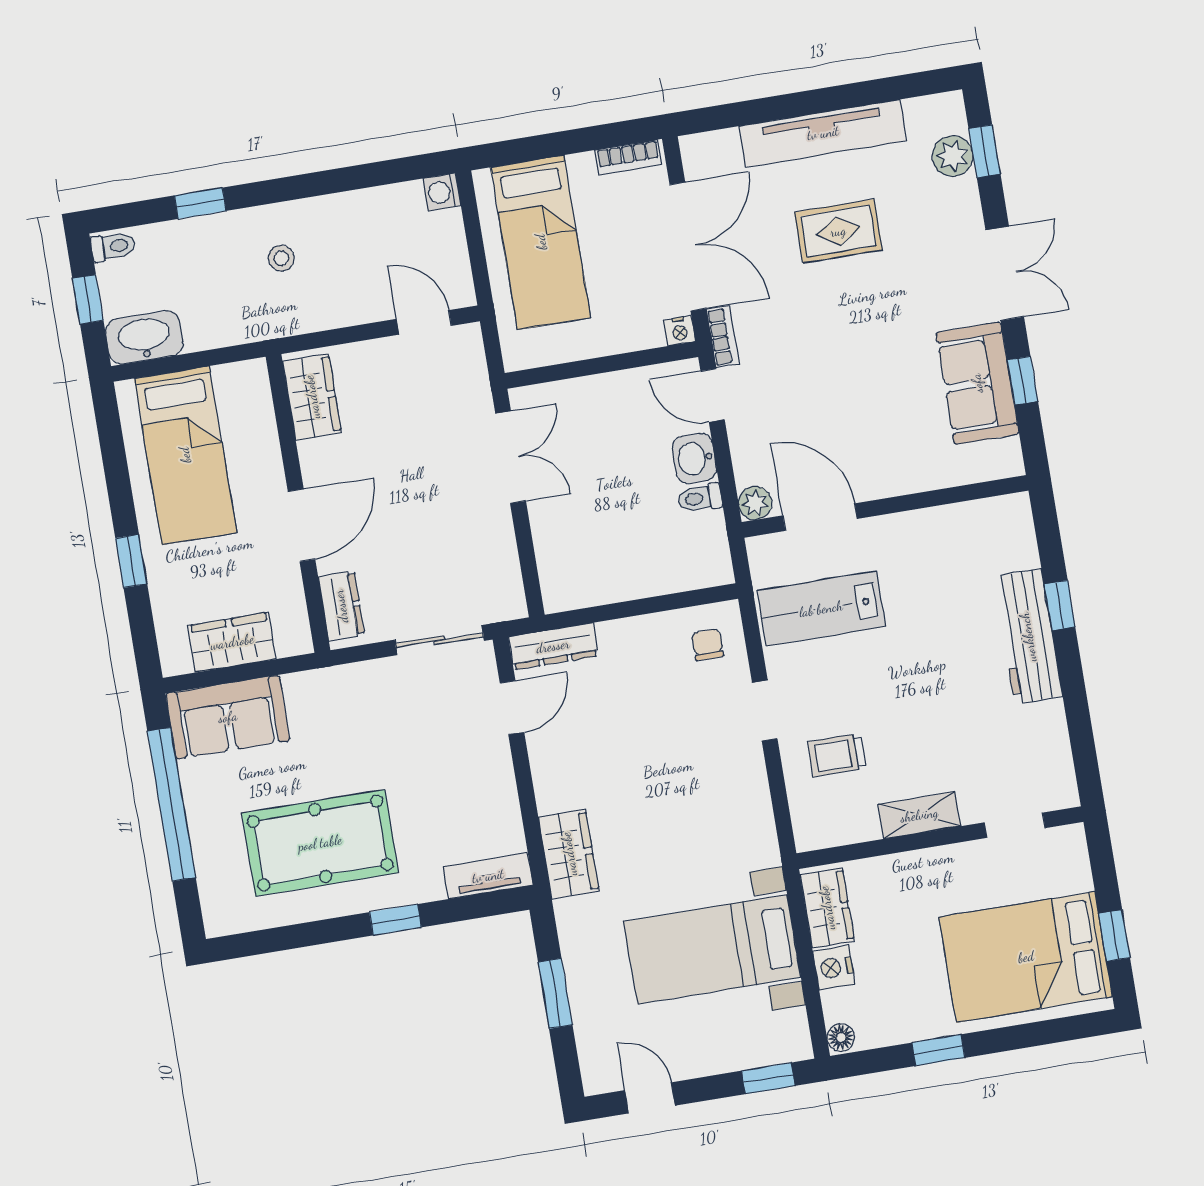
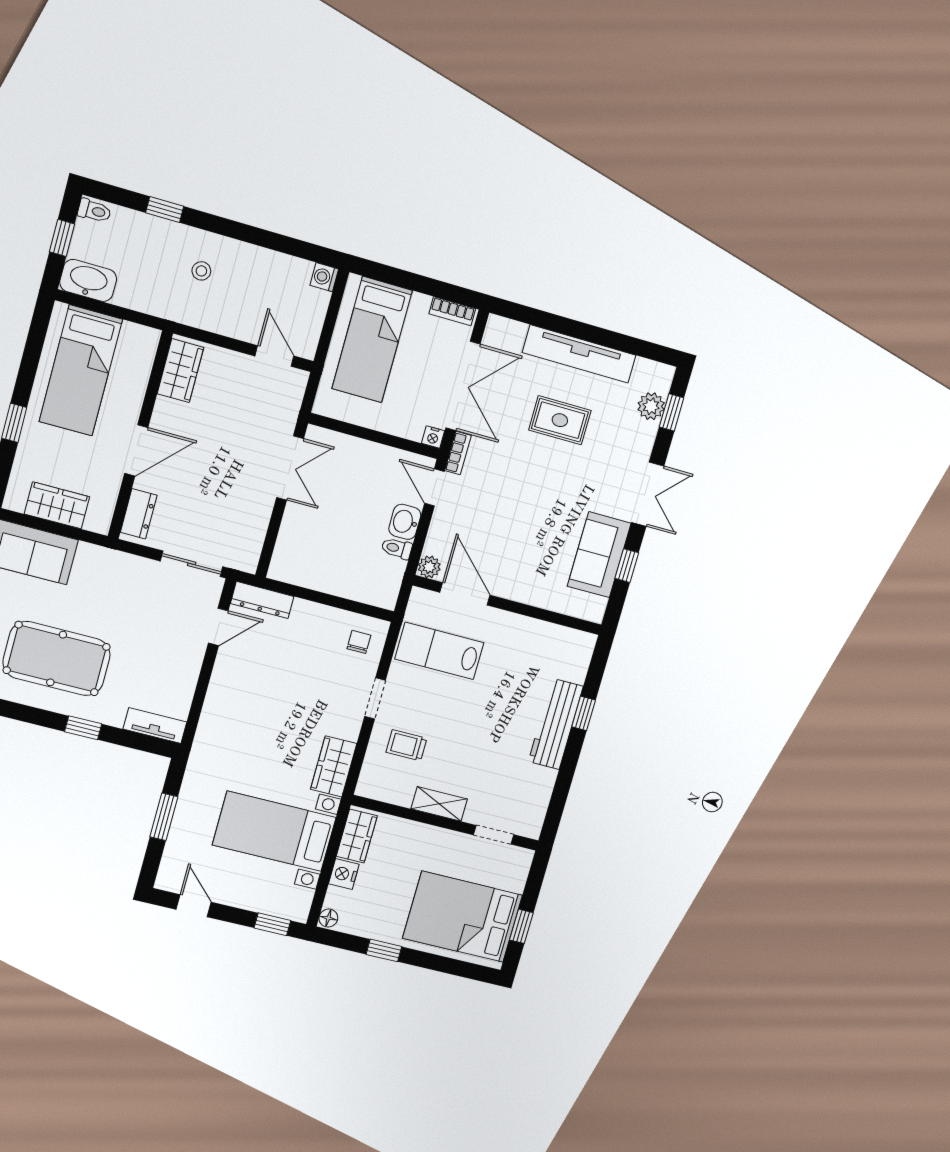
wardrobe: (569, 854) -> (334, 766), moved, turned 180

